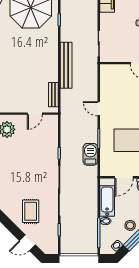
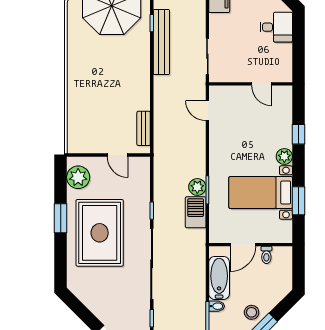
bench: (66, 65) -> (161, 42), moved
door: (99, 109) -> (207, 111), moved
door: (35, 114) -> (117, 155), hinge flipped
plant: (92, 136) -> (197, 187), added
rug: (31, 211) -> (100, 233), moved, width x1.86, depth x2.06

